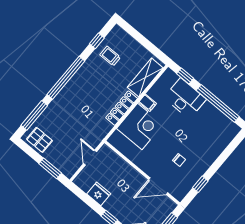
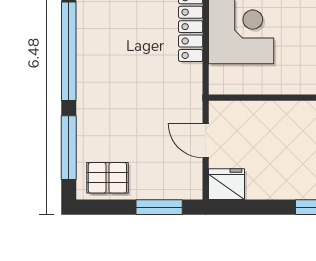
fridge: (99, 194) -> (226, 184), moved

